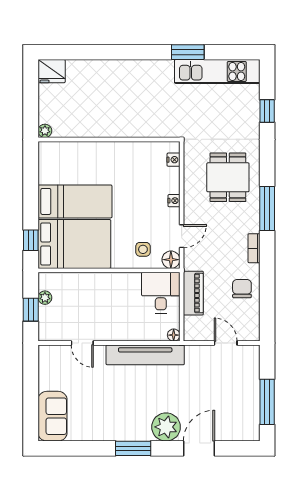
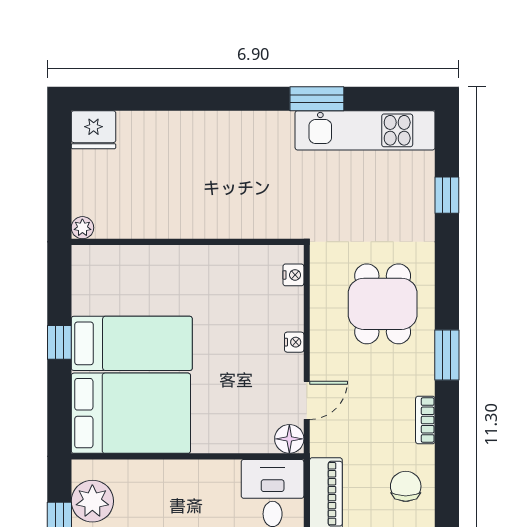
window: (267, 208) -> (447, 355), width x0.69
window: (31, 240) -> (59, 342), moved
side table: (143, 249) -> (243, 422), removed
plant: (45, 298) -> (92, 501), width x1.88, depth x1.88

